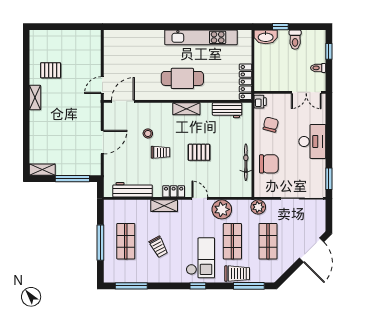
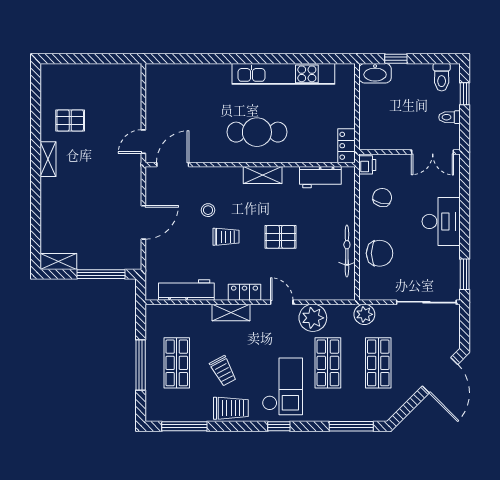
toilet: (295, 40) -> (442, 77), moved
locker: (246, 82) -> (347, 146), width x0.66
trolley: (237, 274) -> (231, 408), moved

